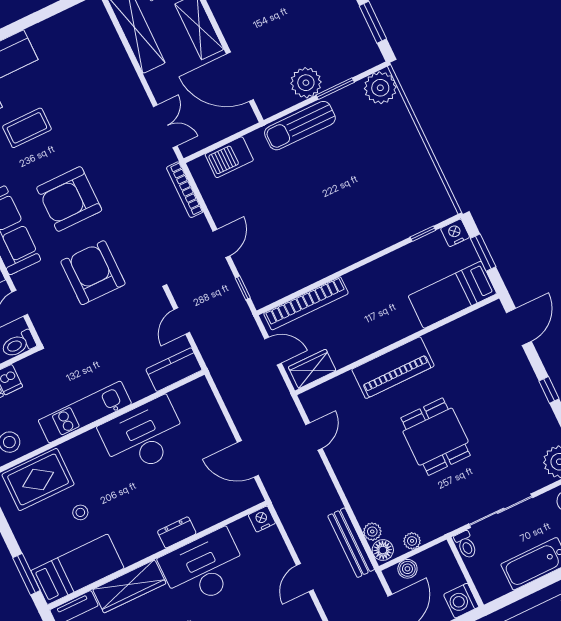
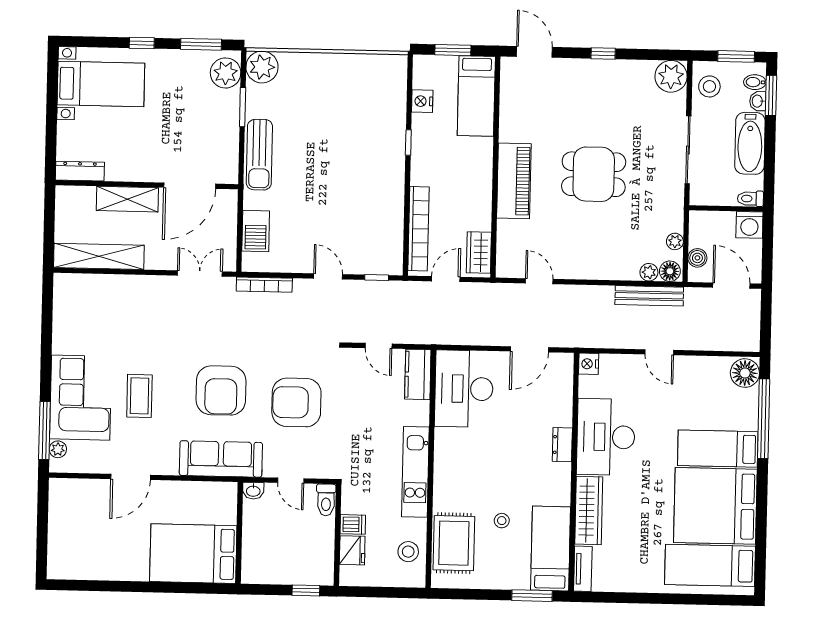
plant: (306, 83) -> (226, 73), moved
nightstand: (455, 233) -> (422, 101), moved
window: (423, 234) -> (408, 142), moved
desk: (144, 436) -> (464, 389), moved
toilet: (466, 545) -> (750, 199), moved, turned 180

